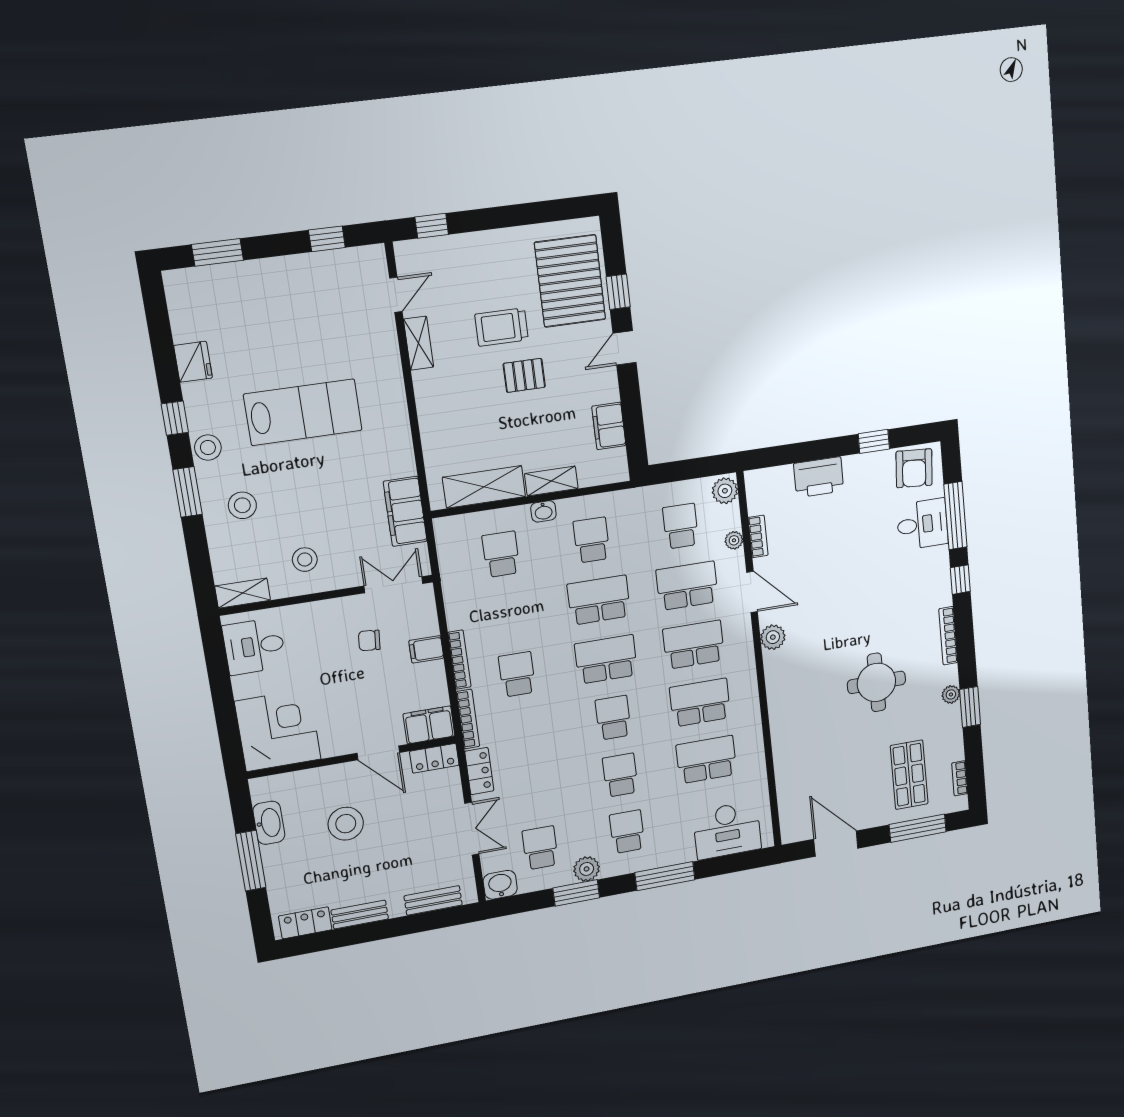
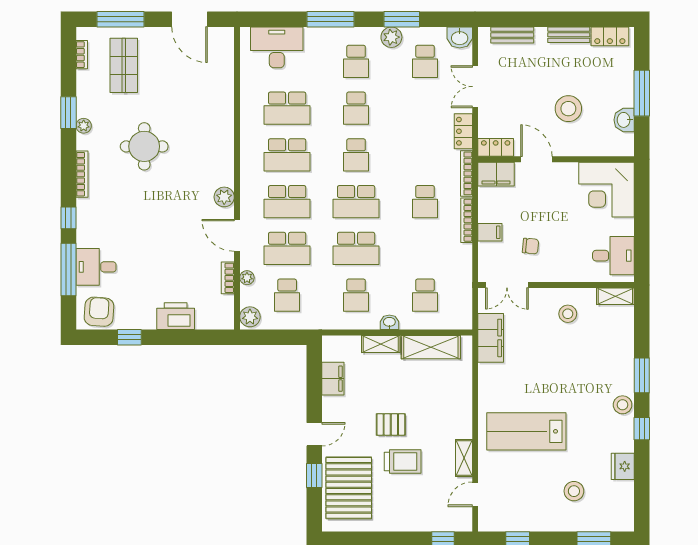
lab bench: (303, 412) -> (526, 431), moved
stool: (242, 505) -> (574, 491), moved
washbasin: (269, 823) -> (624, 120), width x0.72

